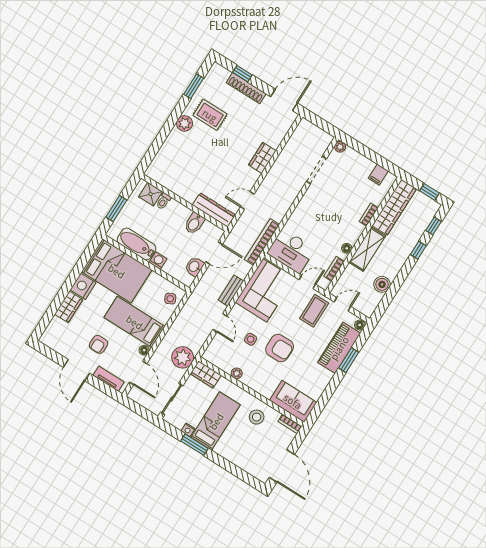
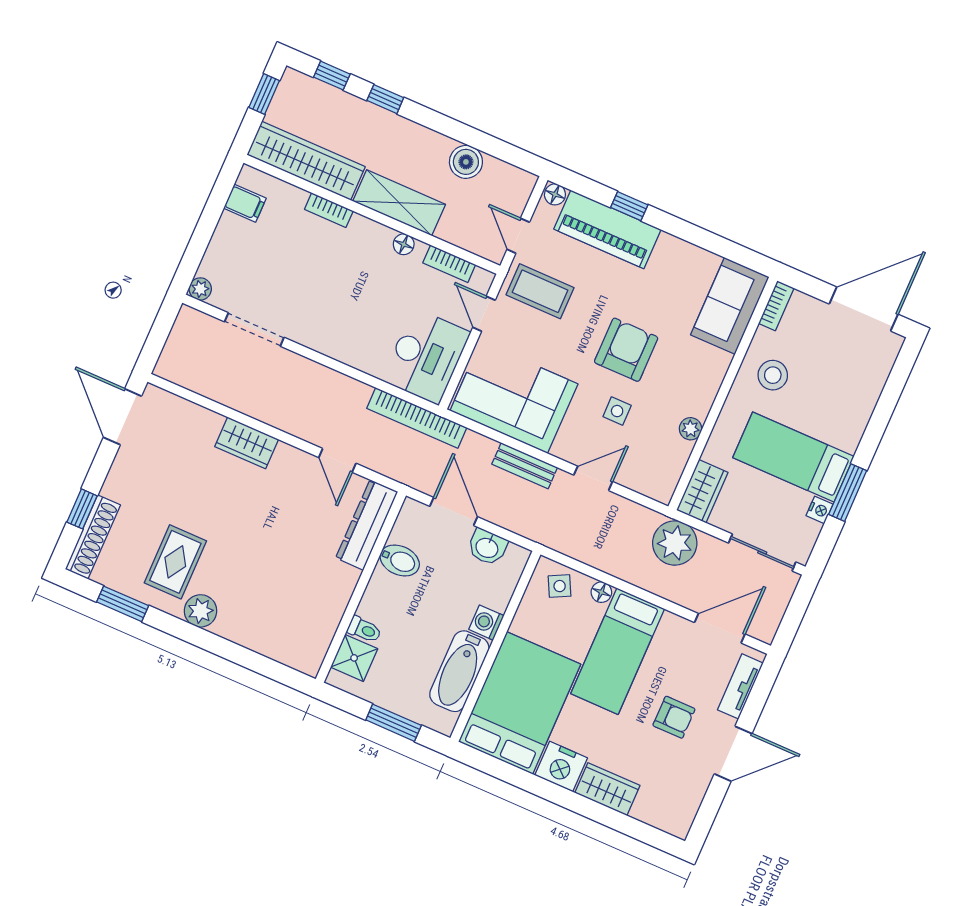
shoe rack: (246, 88) -> (93, 537), moved
floor lamp: (144, 350) -> (601, 592), moved
window: (349, 360) -> (629, 206), width x0.67

